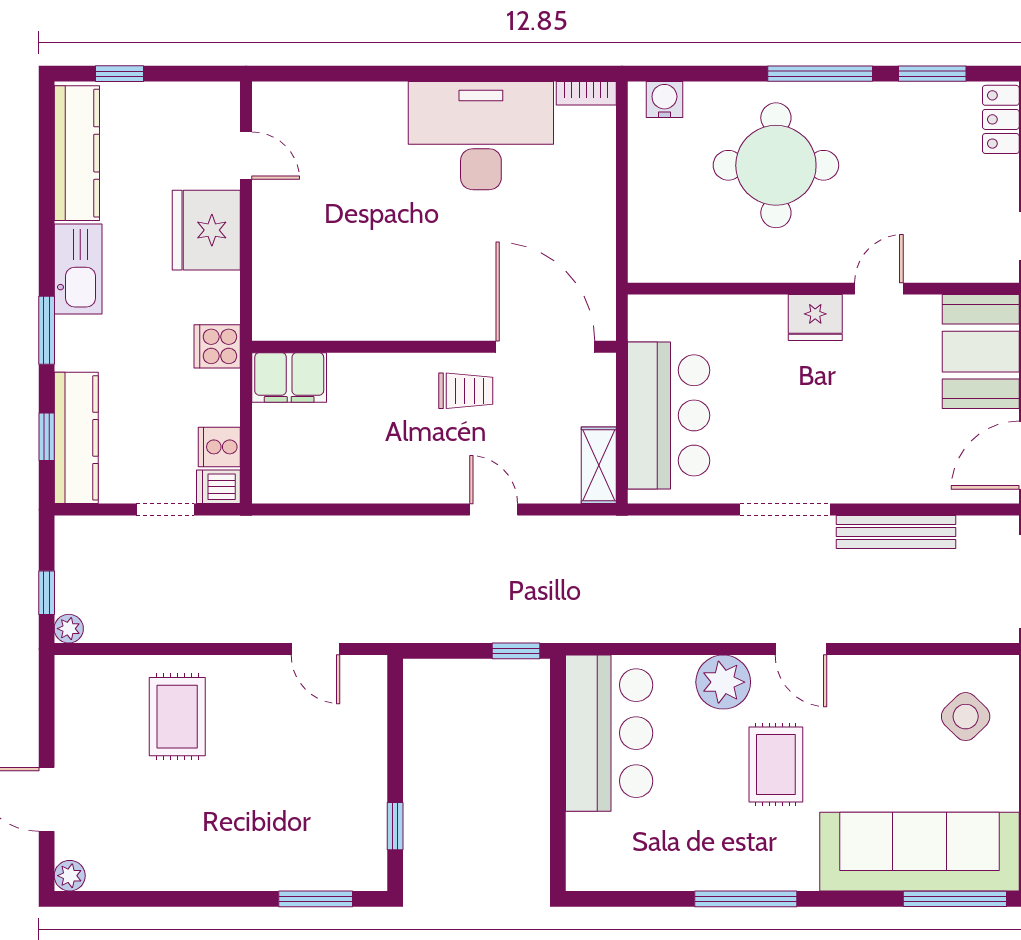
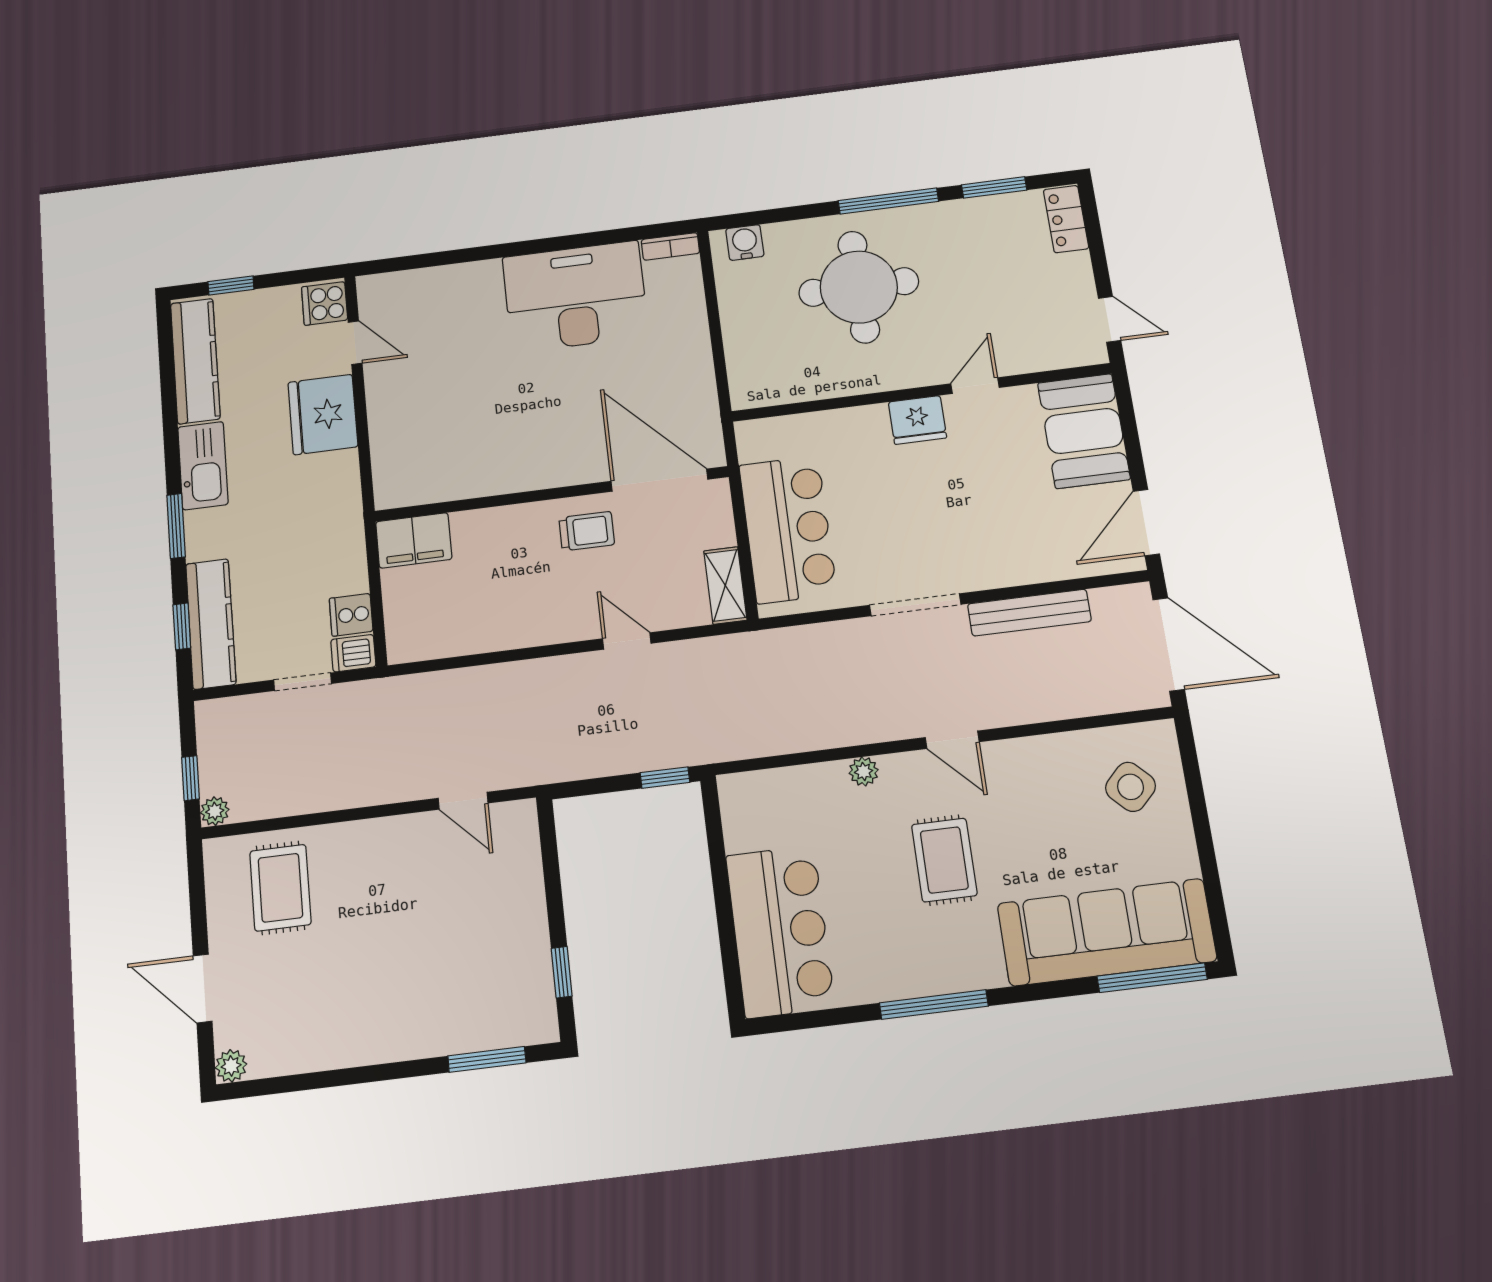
cooker: (217, 346) -> (325, 303), moved
plant: (723, 682) -> (864, 771), width x0.53, depth x0.53
rug: (177, 717) -> (280, 888), moved
bar counter: (609, 733) -> (780, 931), moved

